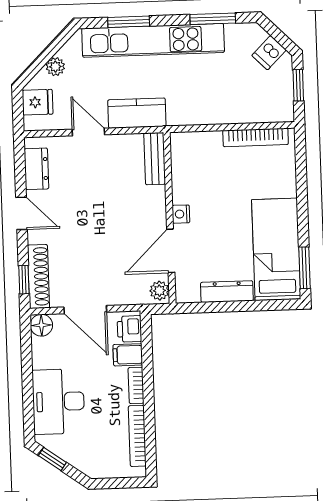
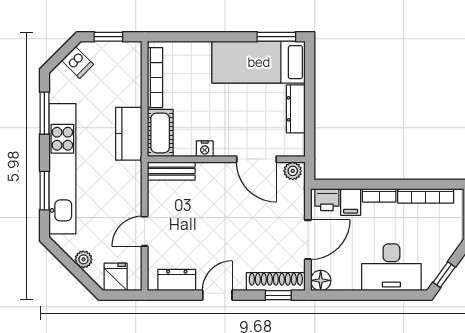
kitchen counter: (137, 113) -> (129, 134), moved
cot: (196, 145) -> (160, 133), added
nightstand: (181, 214) -> (205, 149), moved

